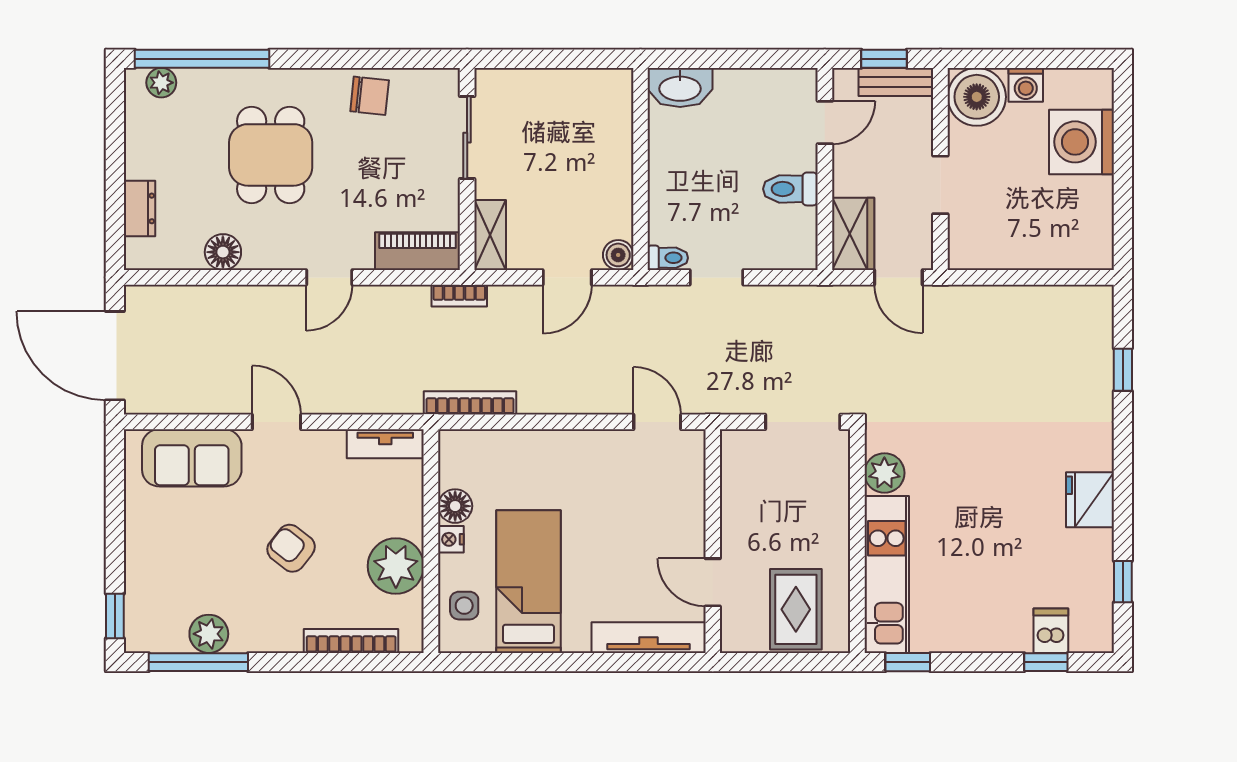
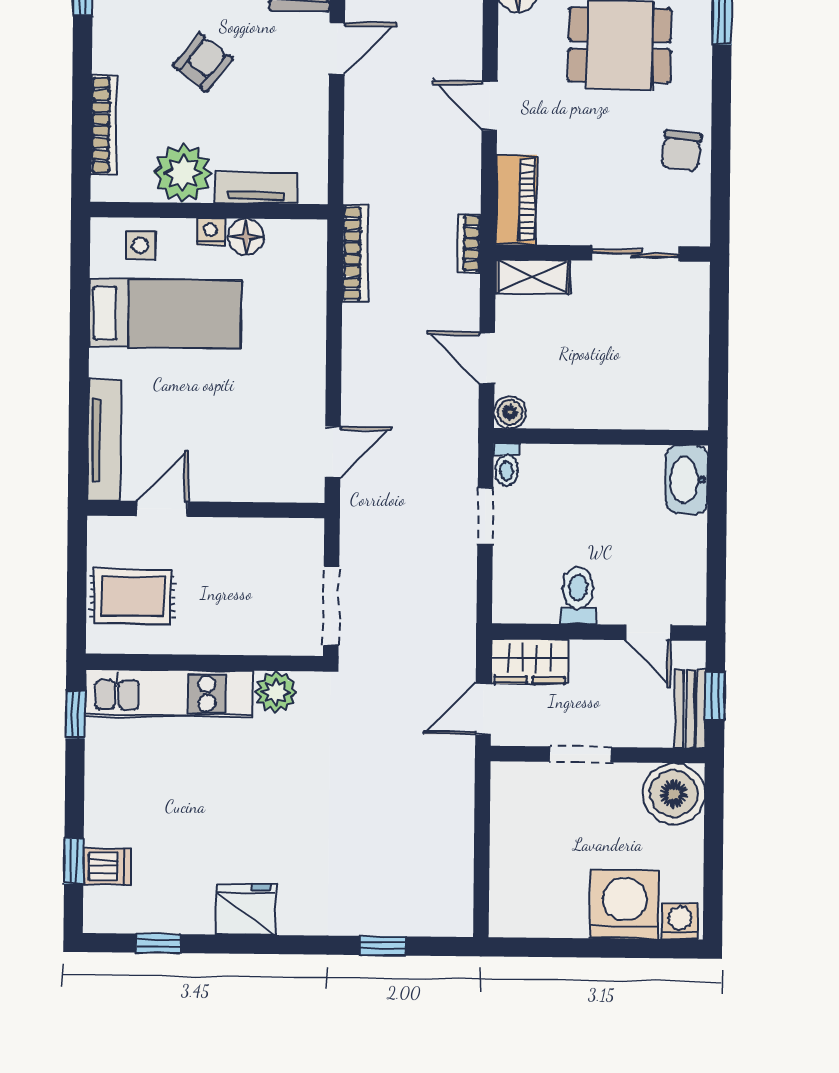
washing machine: (1026, 85) -> (680, 921), moved, turned 90
tv unit: (385, 444) -> (256, 188), moved, turned 90

